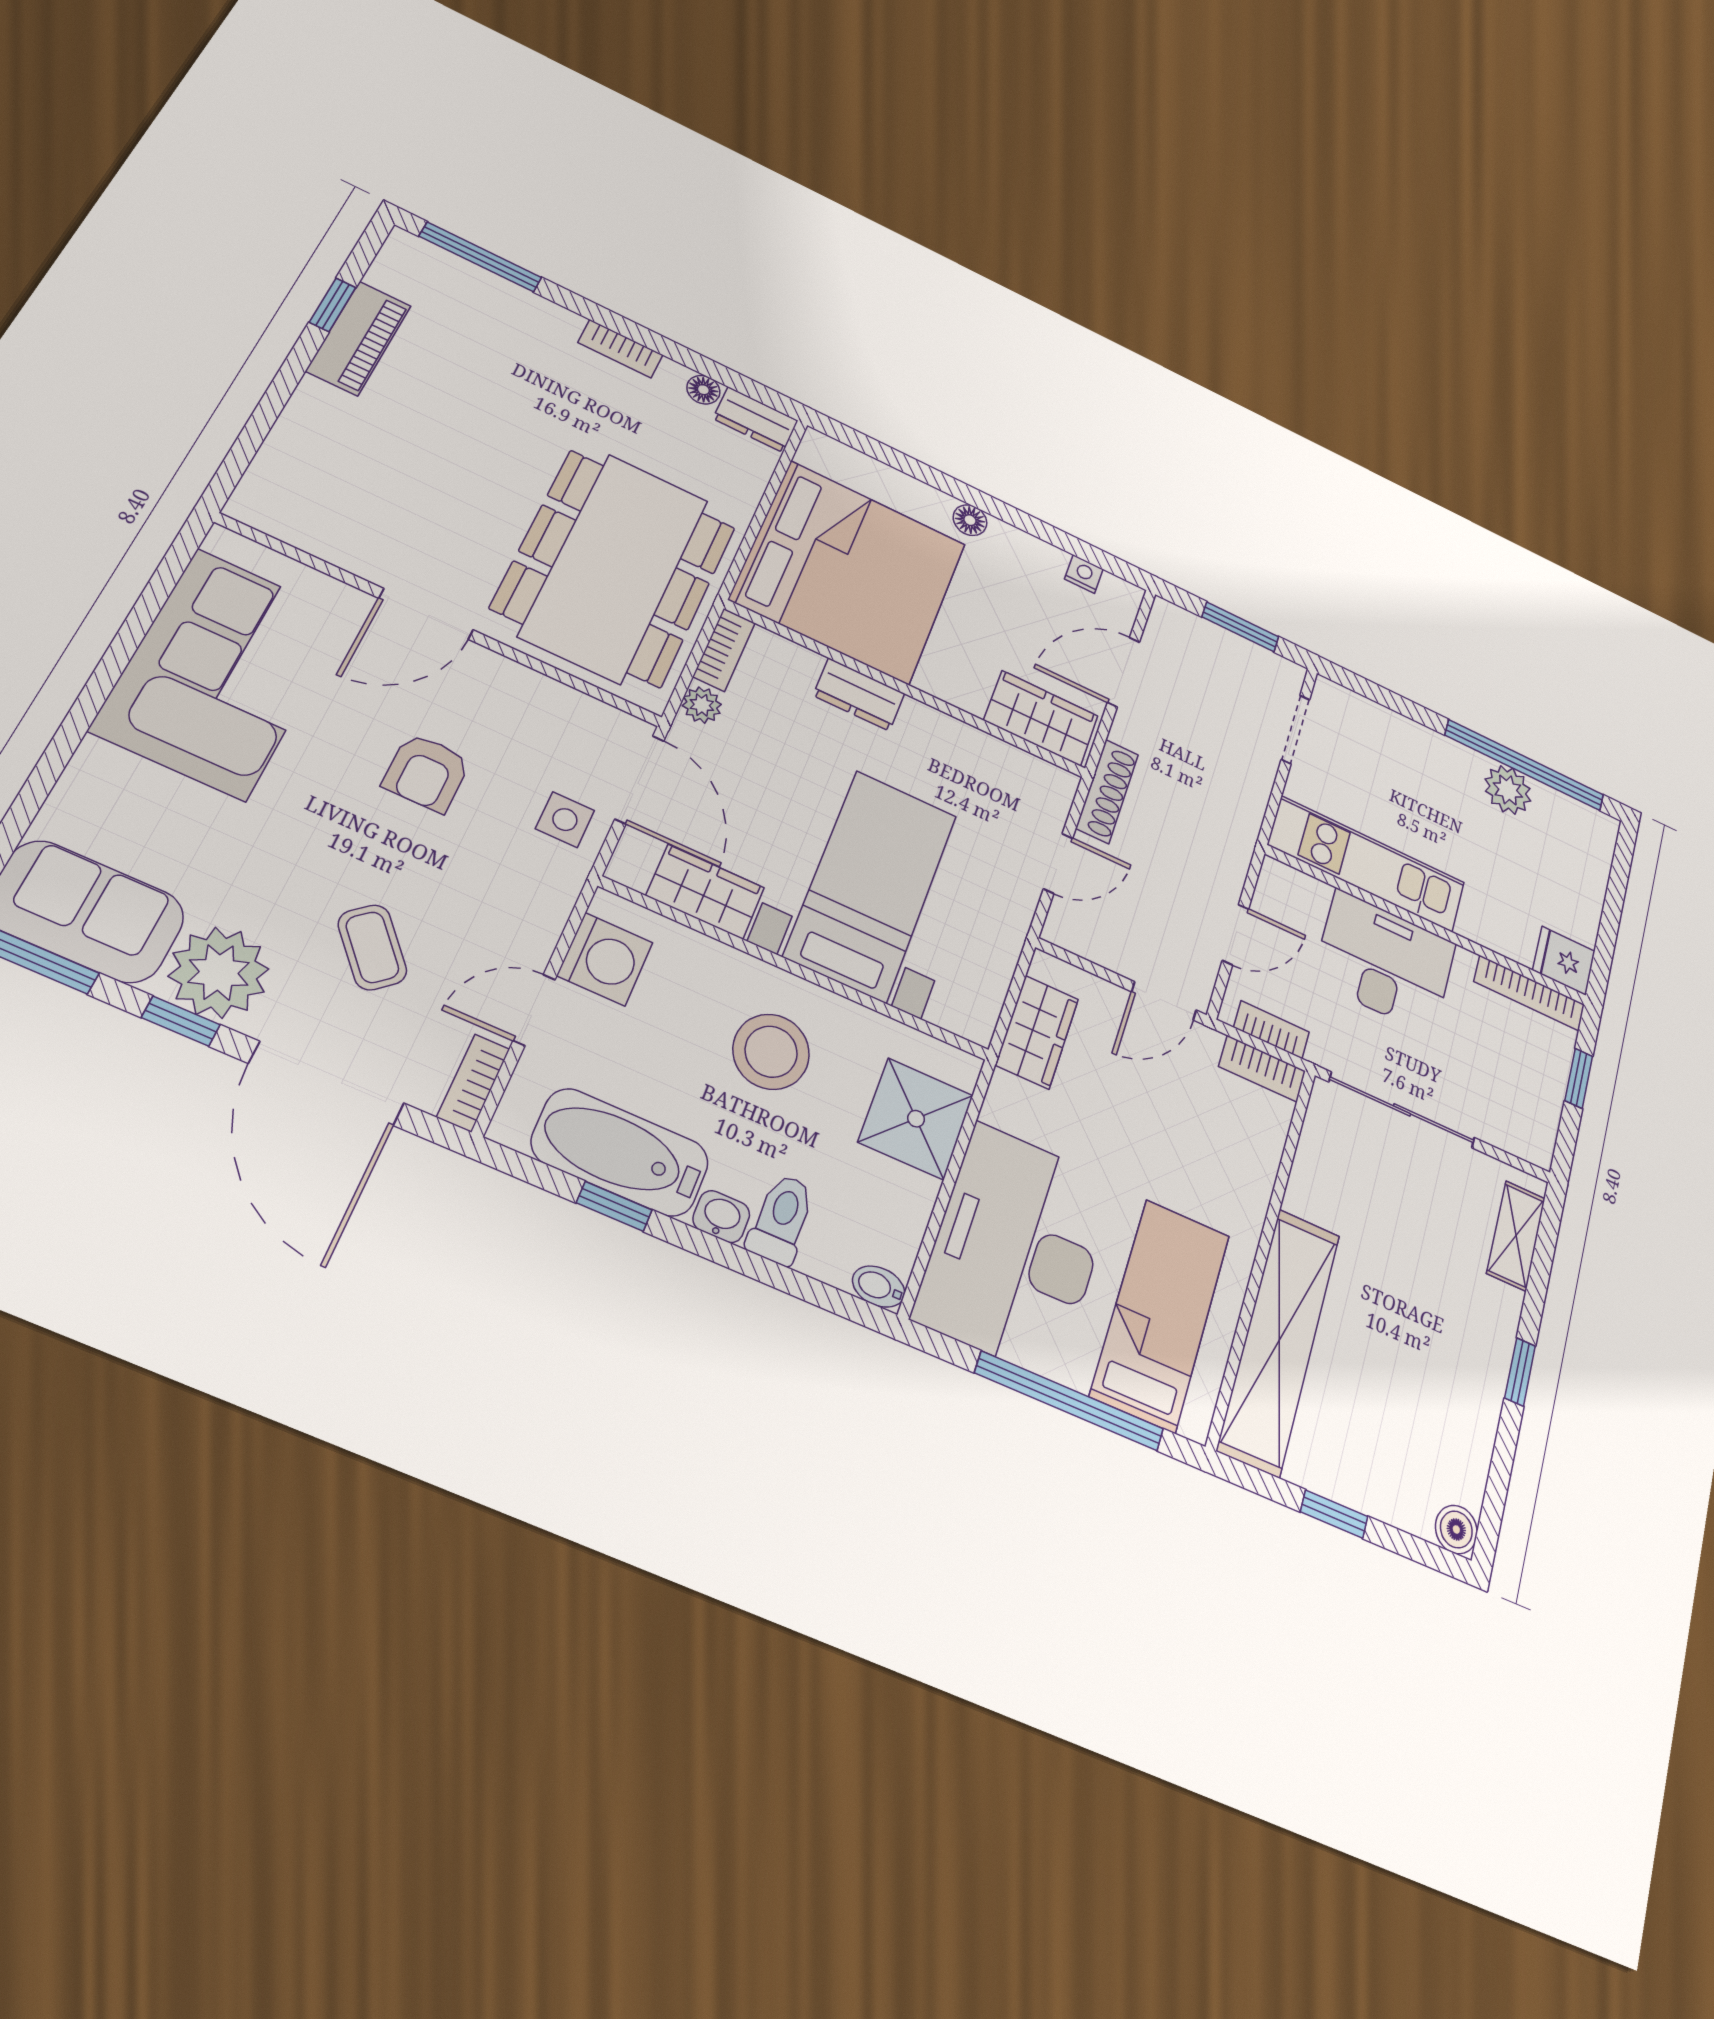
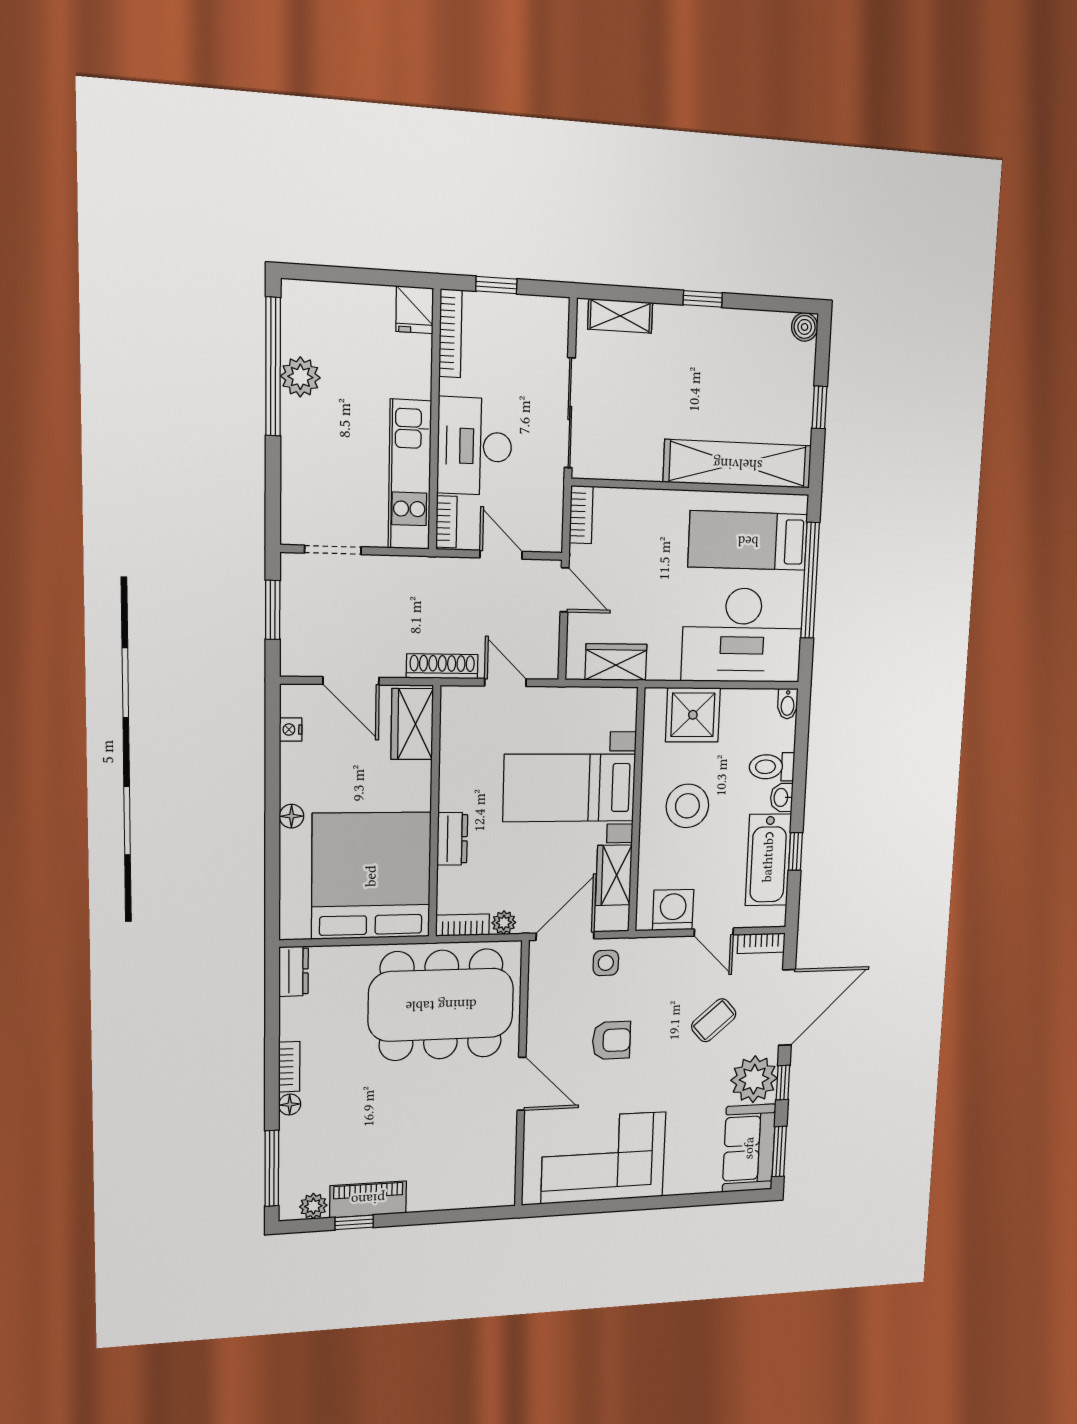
plant: (391, 273) -> (313, 1206), added
floor lamp: (703, 390) -> (290, 1104), moved
bookcase: (1271, 1030) -> (446, 522), moved, turned 180

